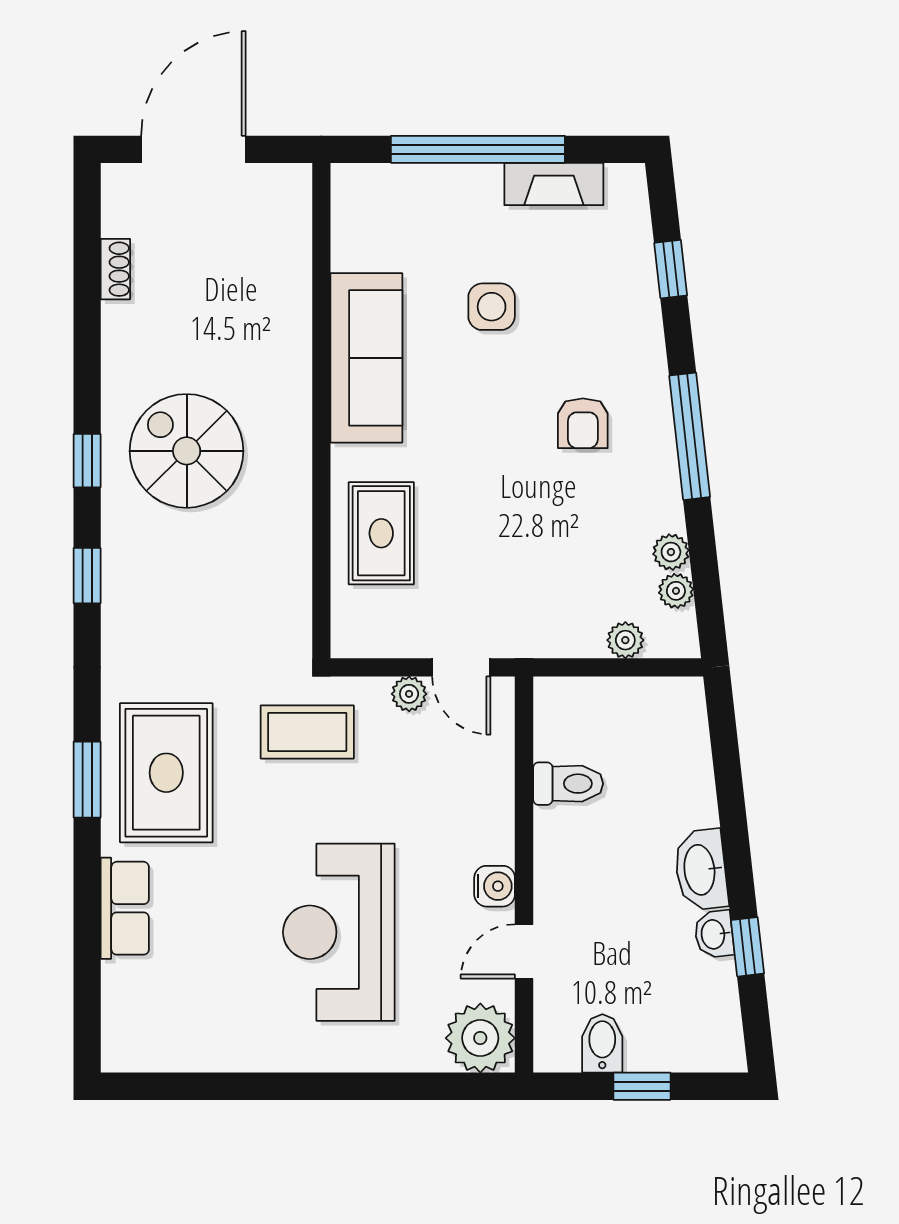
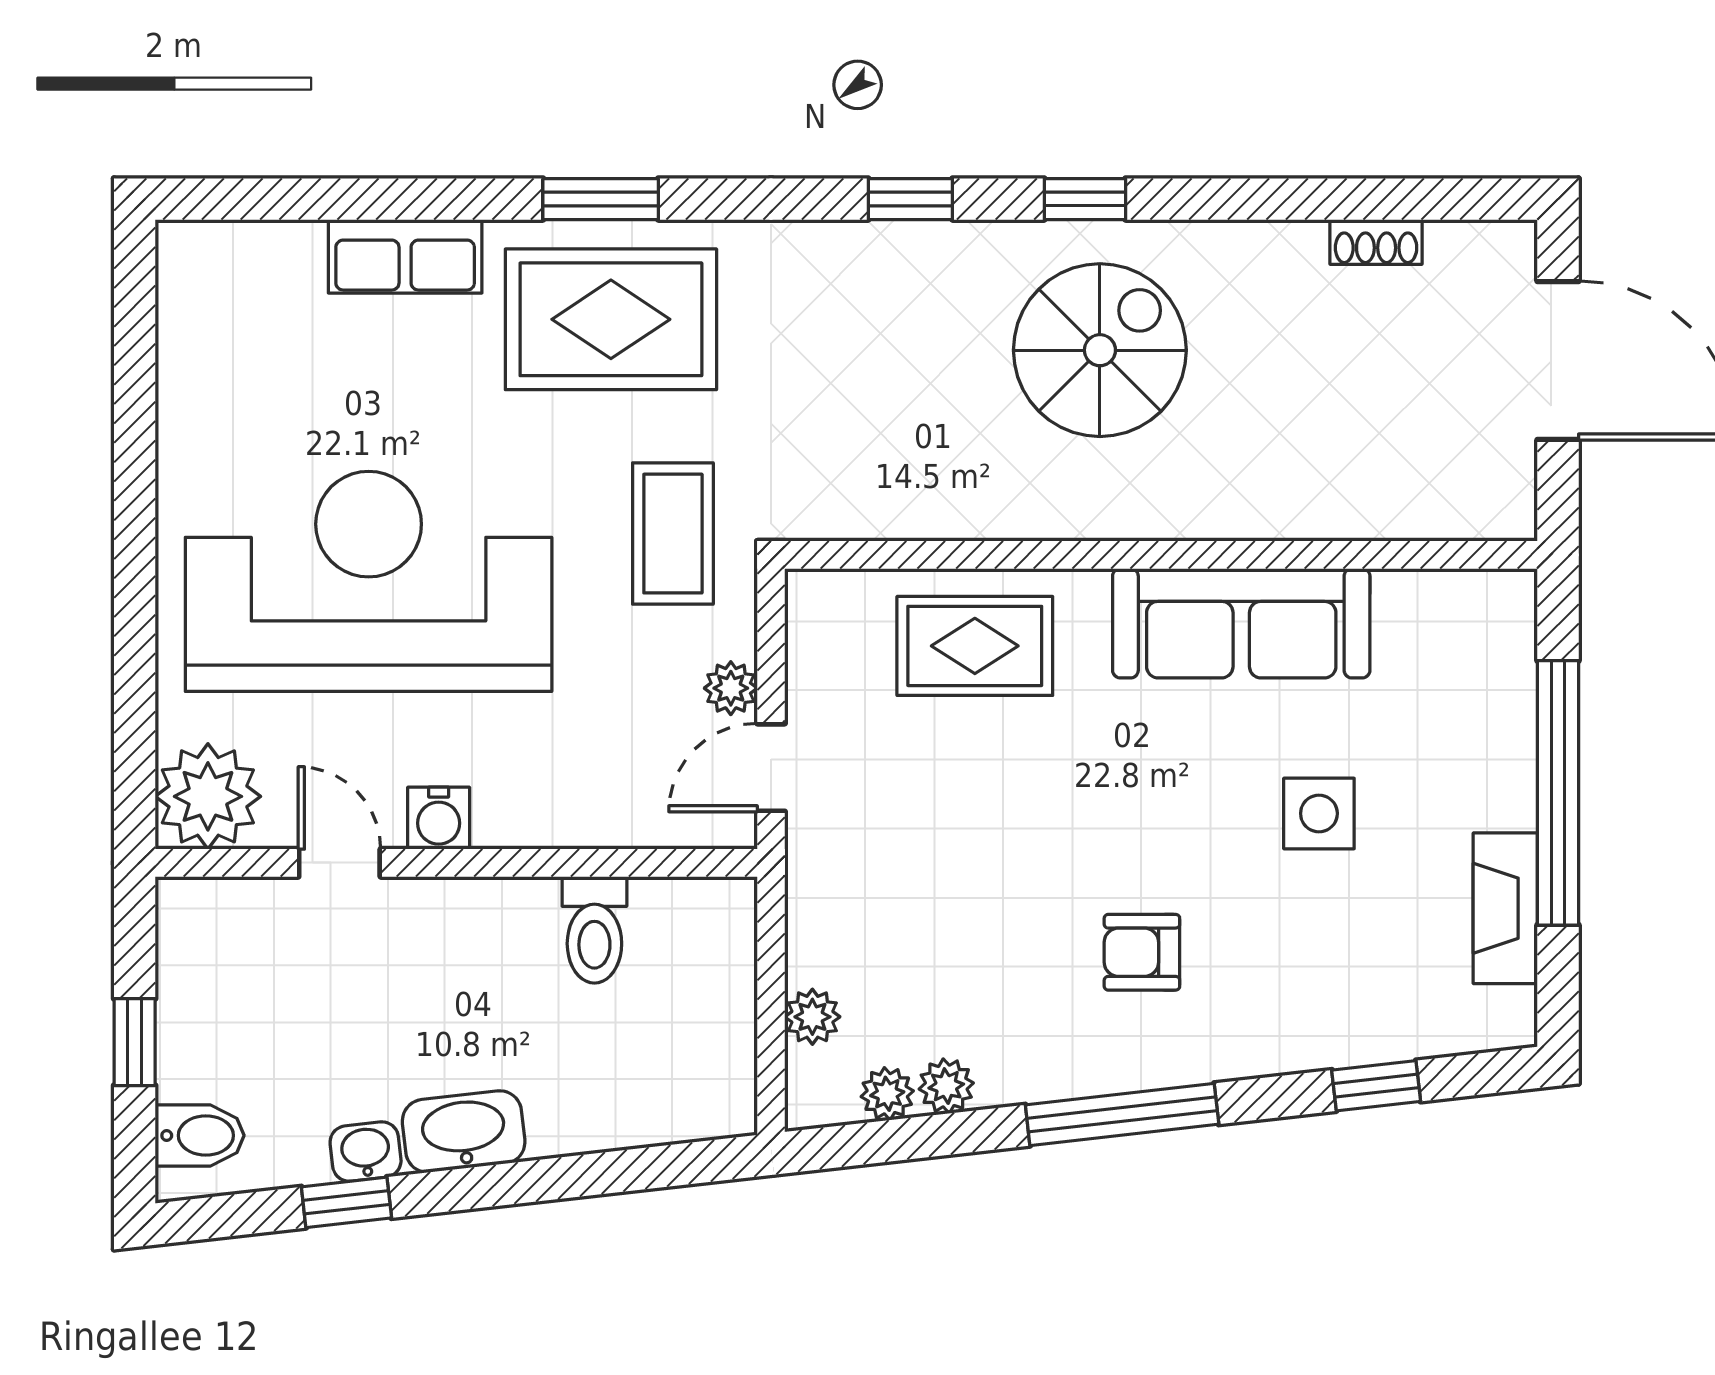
reception desk: (339, 932) -> (369, 581), width x1.36, depth x1.30
bidet: (602, 1043) -> (200, 1135), moved

